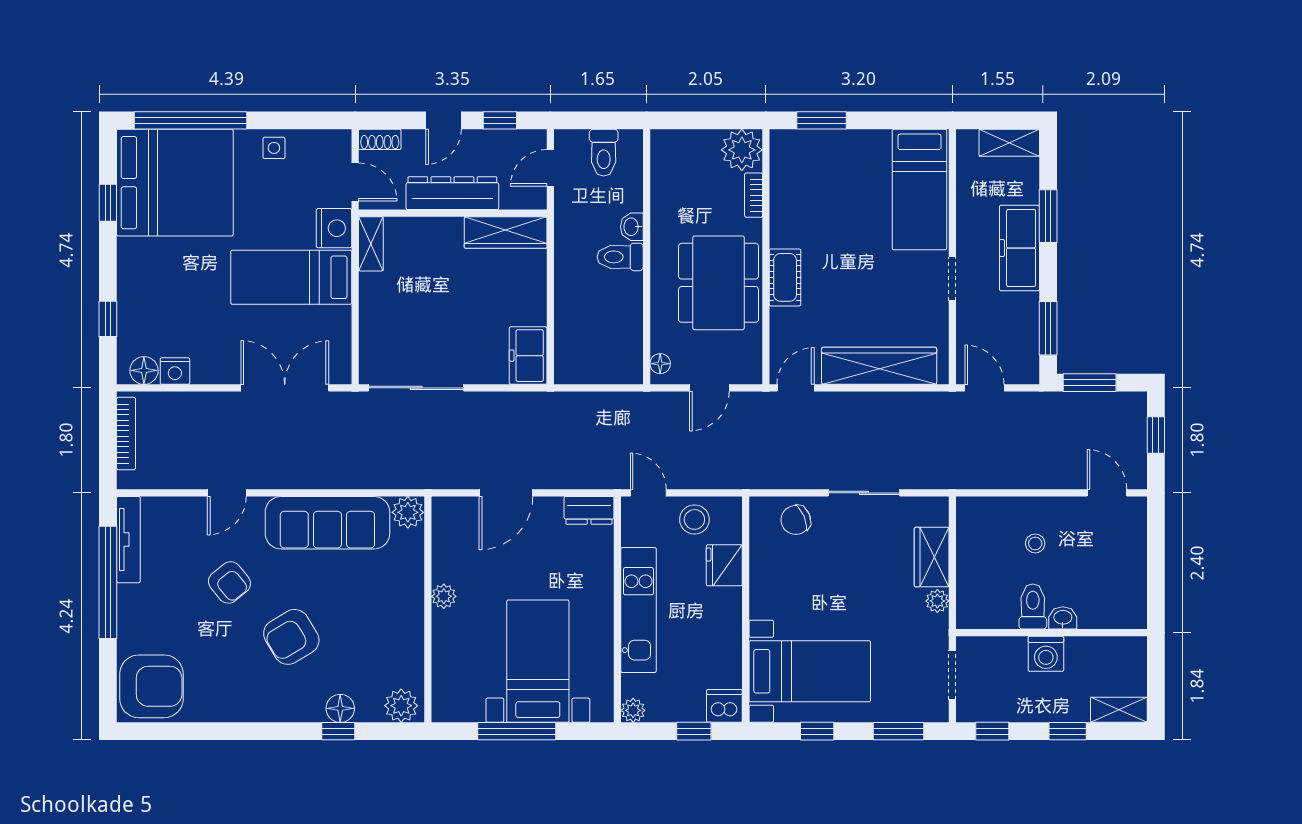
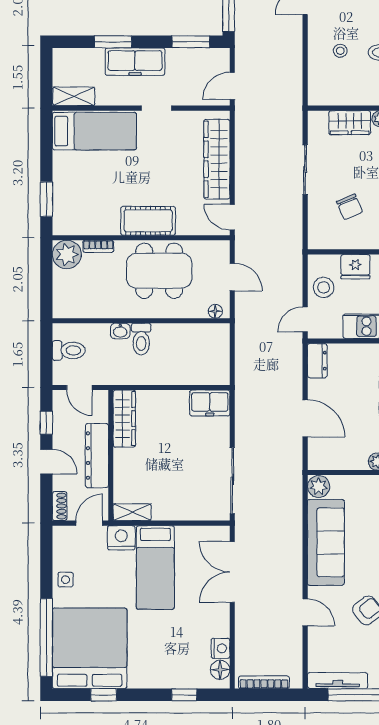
shelving: (1009, 143) -> (74, 96), moved, turned 90
cot: (785, 277) -> (148, 221), width x1.37, depth x1.34
chair: (796, 520) -> (350, 207), moved

